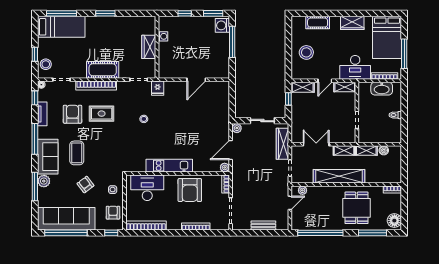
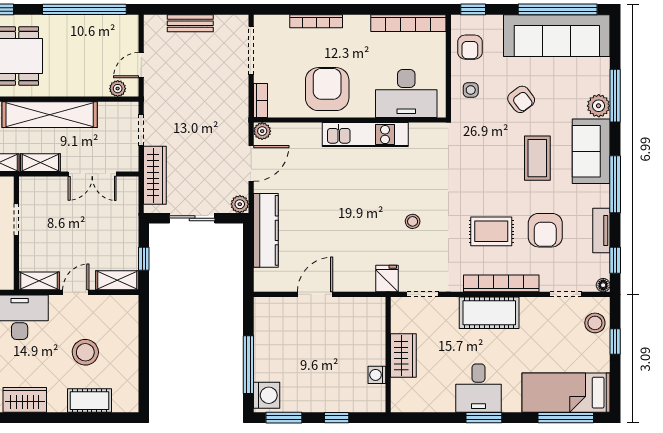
desk: (108, 29) -> (478, 388), added
stool: (306, 52) -> (85, 352), moved
kitchen counter: (223, 114) -> (266, 230), added

